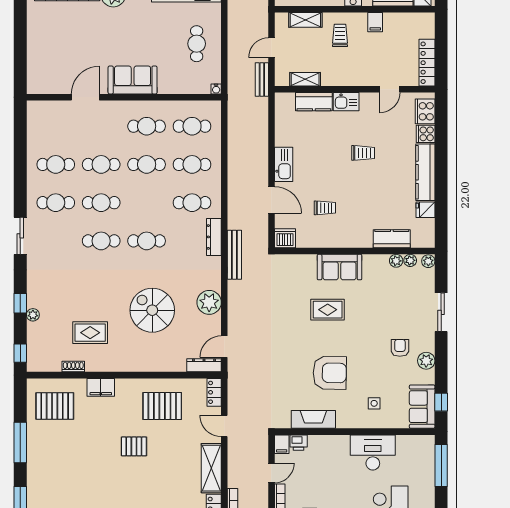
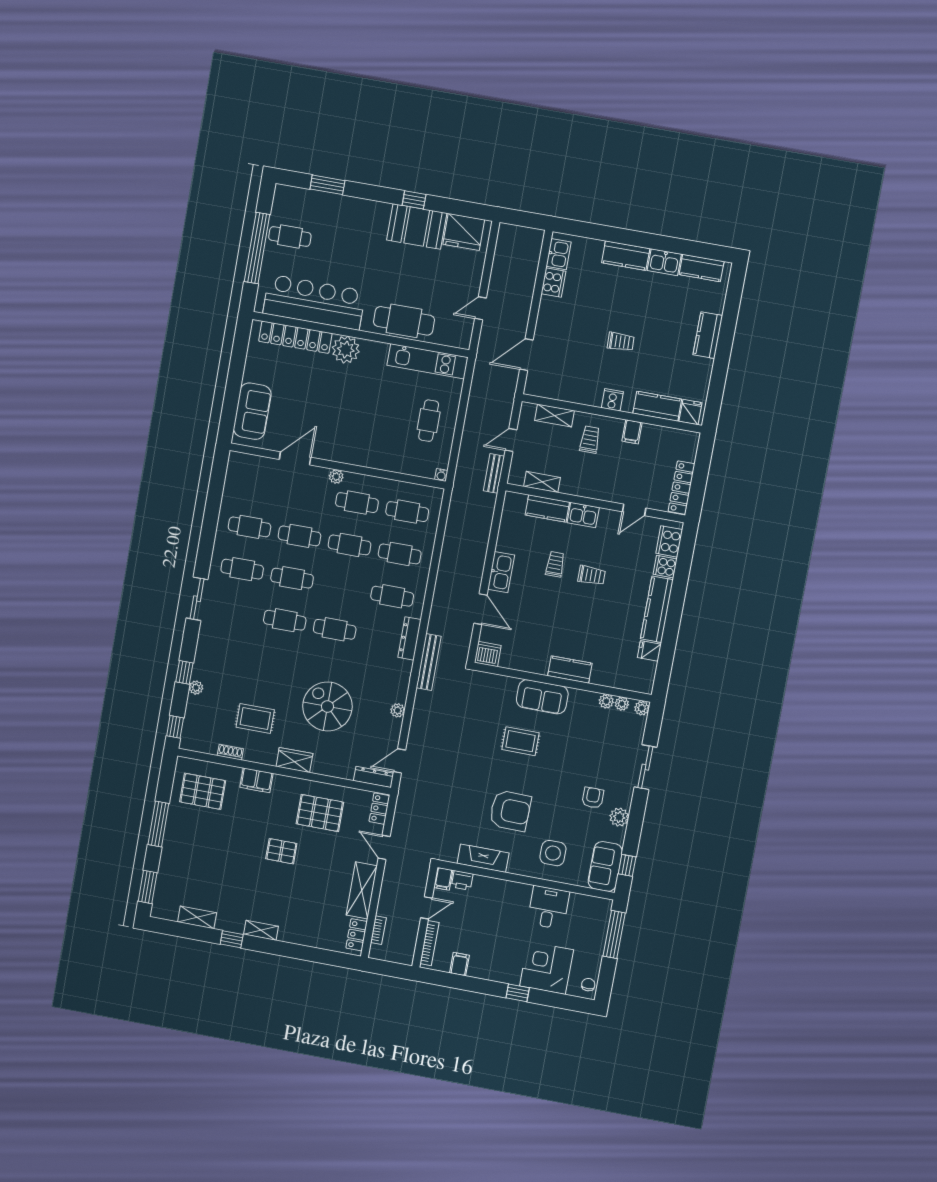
sofa: (133, 80) -> (252, 411), moved, turned 90
plant: (124, 107) -> (336, 477), added
trolley: (325, 208) -> (555, 564), moved, turned -90
kitchen counter: (392, 239) -> (570, 670), moved
plant: (209, 302) -> (398, 710), width x0.53, depth x0.53
wardrobe: (131, 363) -> (294, 760), added
side table: (374, 403) -> (553, 853), width x1.87, depth x1.87
desk: (373, 452) -> (548, 907), width x0.73

